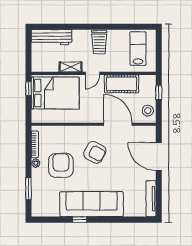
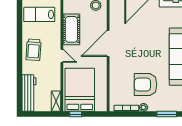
trolley: (99, 42) -> (34, 50), turned 94
shelving: (71, 67) -> (56, 101), moved
door: (118, 124) -> (108, 43), moved
armchair: (95, 152) -> (134, 54), removed

